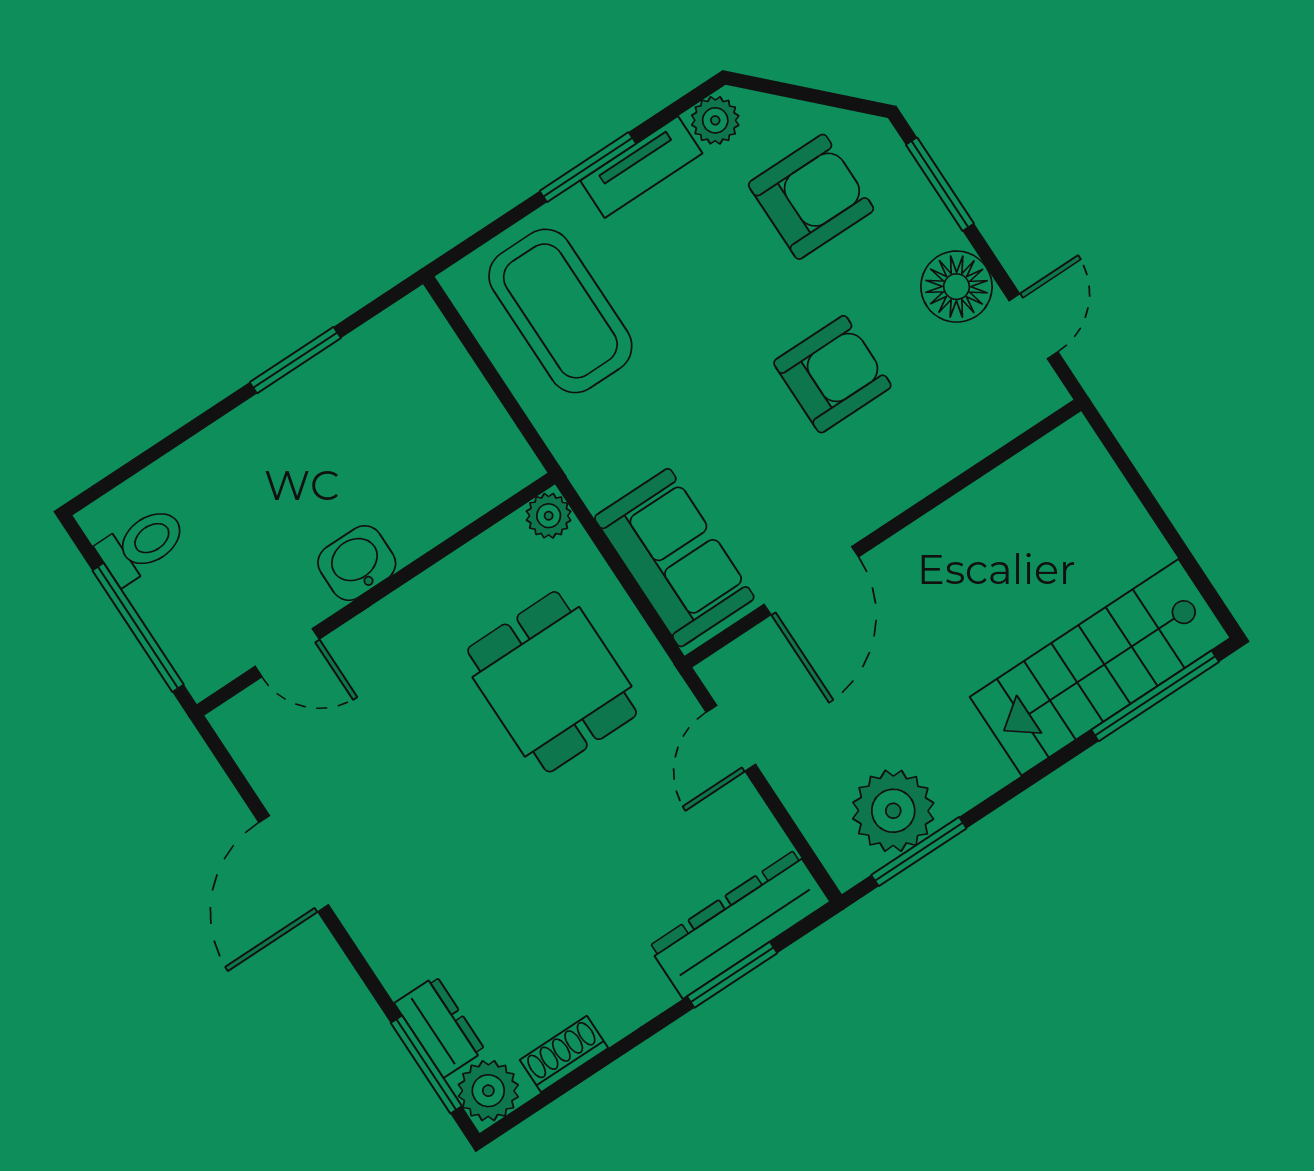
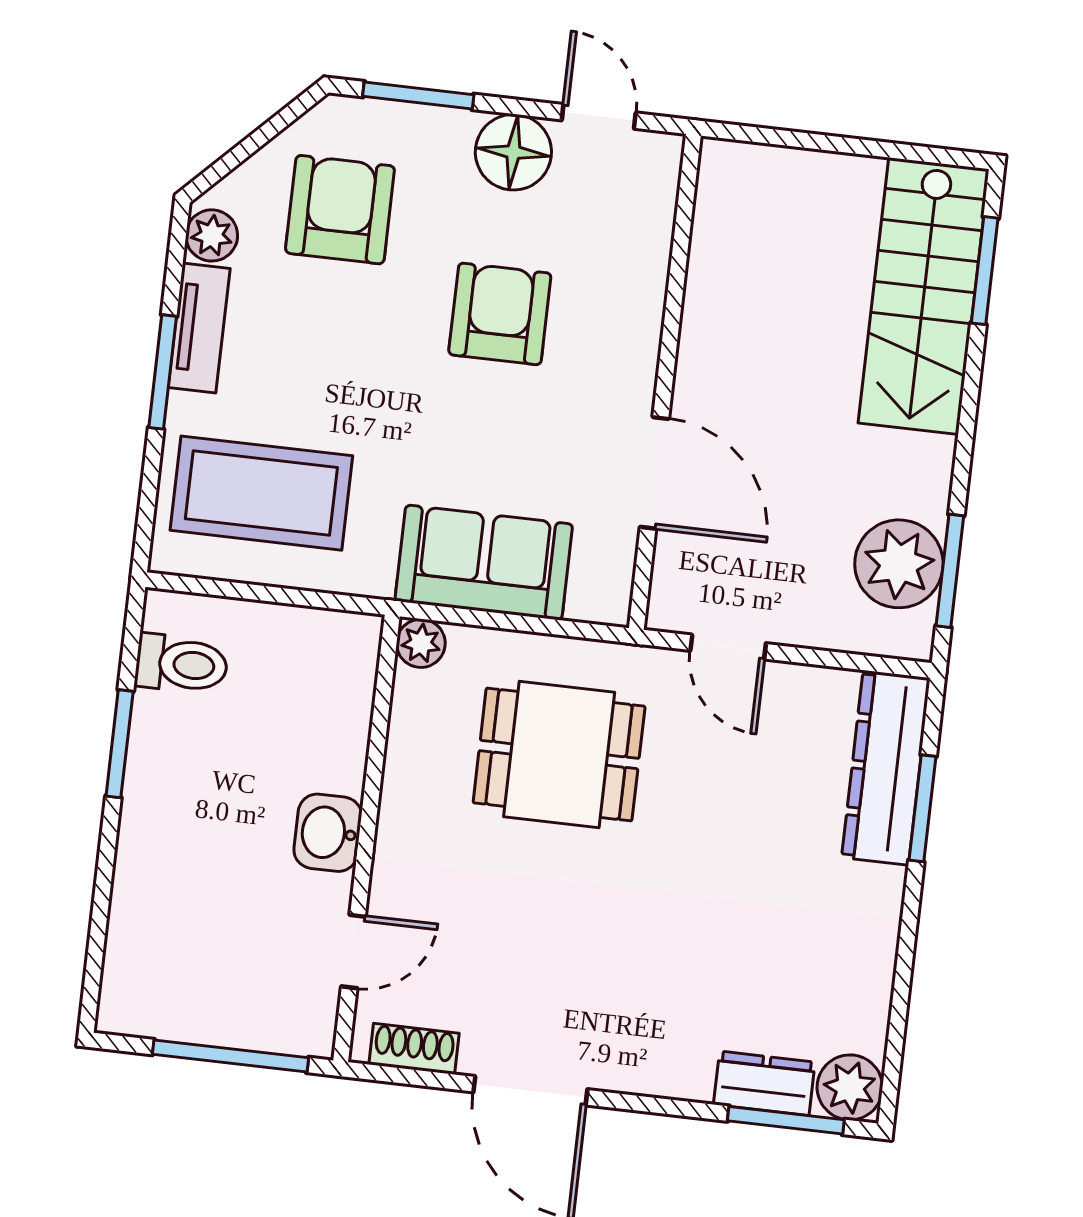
toilet: (142, 545) -> (181, 664), moved, turned 90
sofa: (674, 558) -> (484, 563), moved
window: (1155, 696) -> (985, 271), width x0.69
shoe rack: (564, 1054) -> (414, 1049), moved, turned 90

